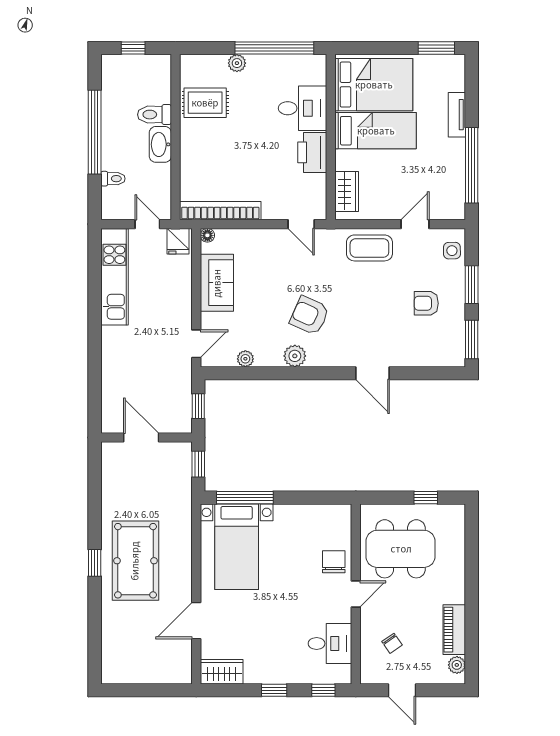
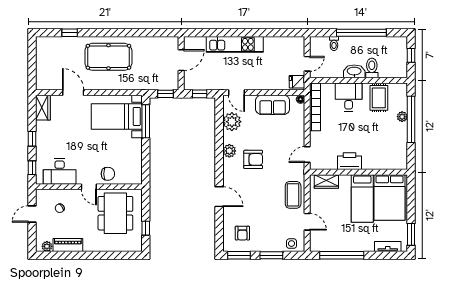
window: (274, 48) -> (411, 119), moved
desk: (303, 108) -> (349, 97), moved, turned 180
tv unit: (457, 115) -> (388, 247), moved
kitchen unit: (114, 277) -> (235, 44), moved
armchair: (426, 303) -> (242, 233), moved, turned 180
armchair: (309, 315) -> (253, 159), turned 66
plant: (245, 359) -> (232, 122), width x1.88, depth x1.88
door: (373, 373) -> (219, 197), swing flipped
window: (95, 563) -> (70, 33), moved
desk: (330, 644) -> (60, 172), width x1.37

